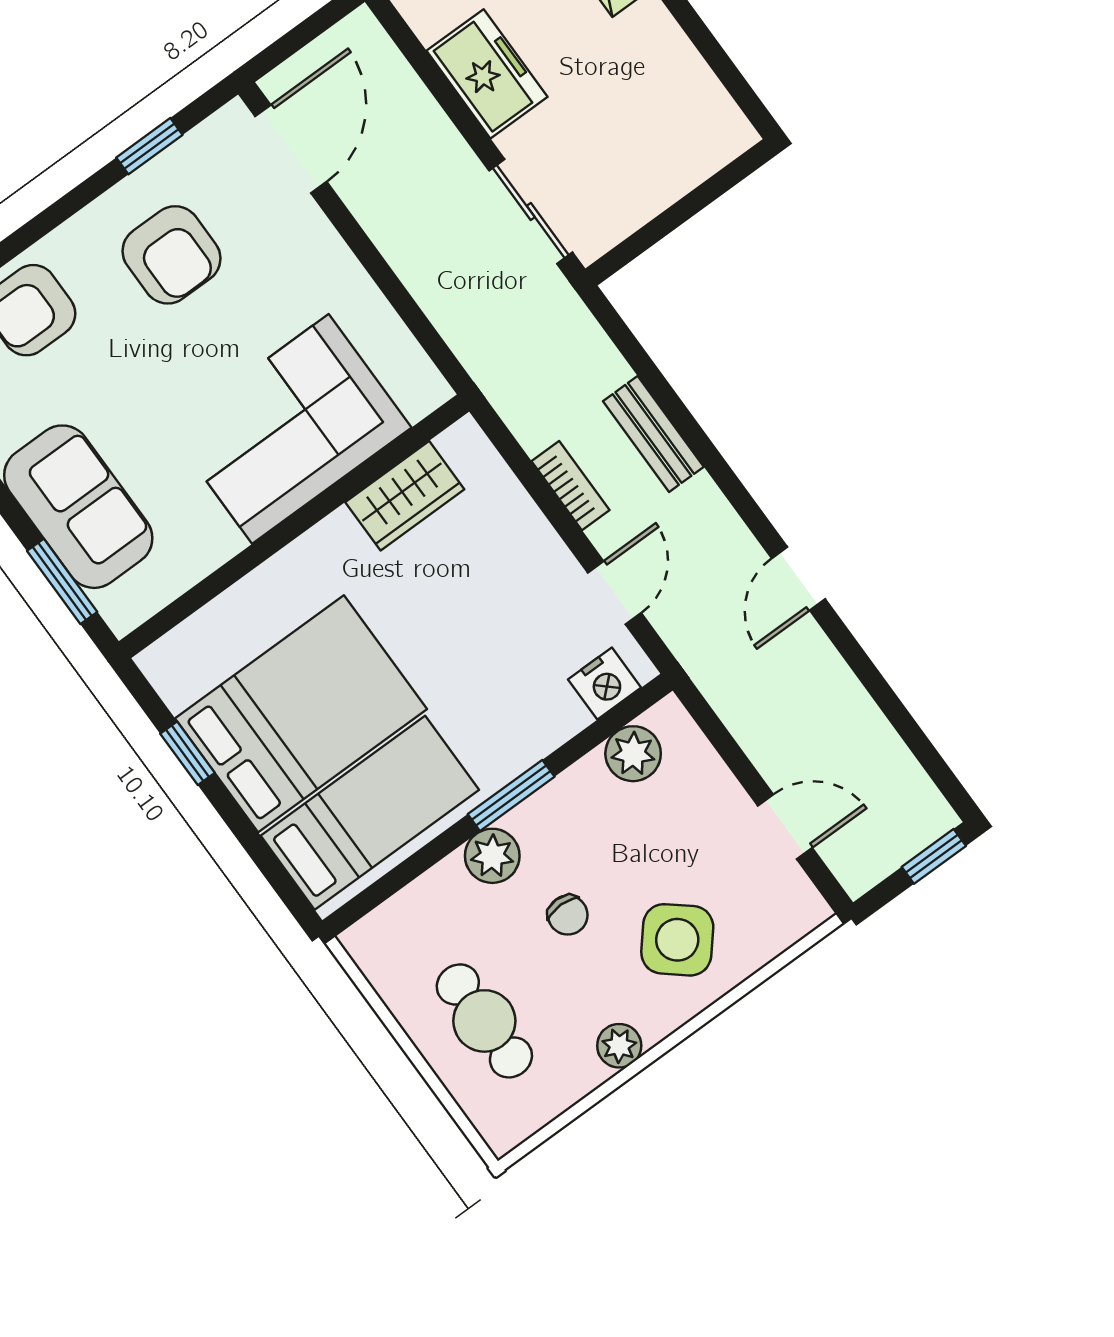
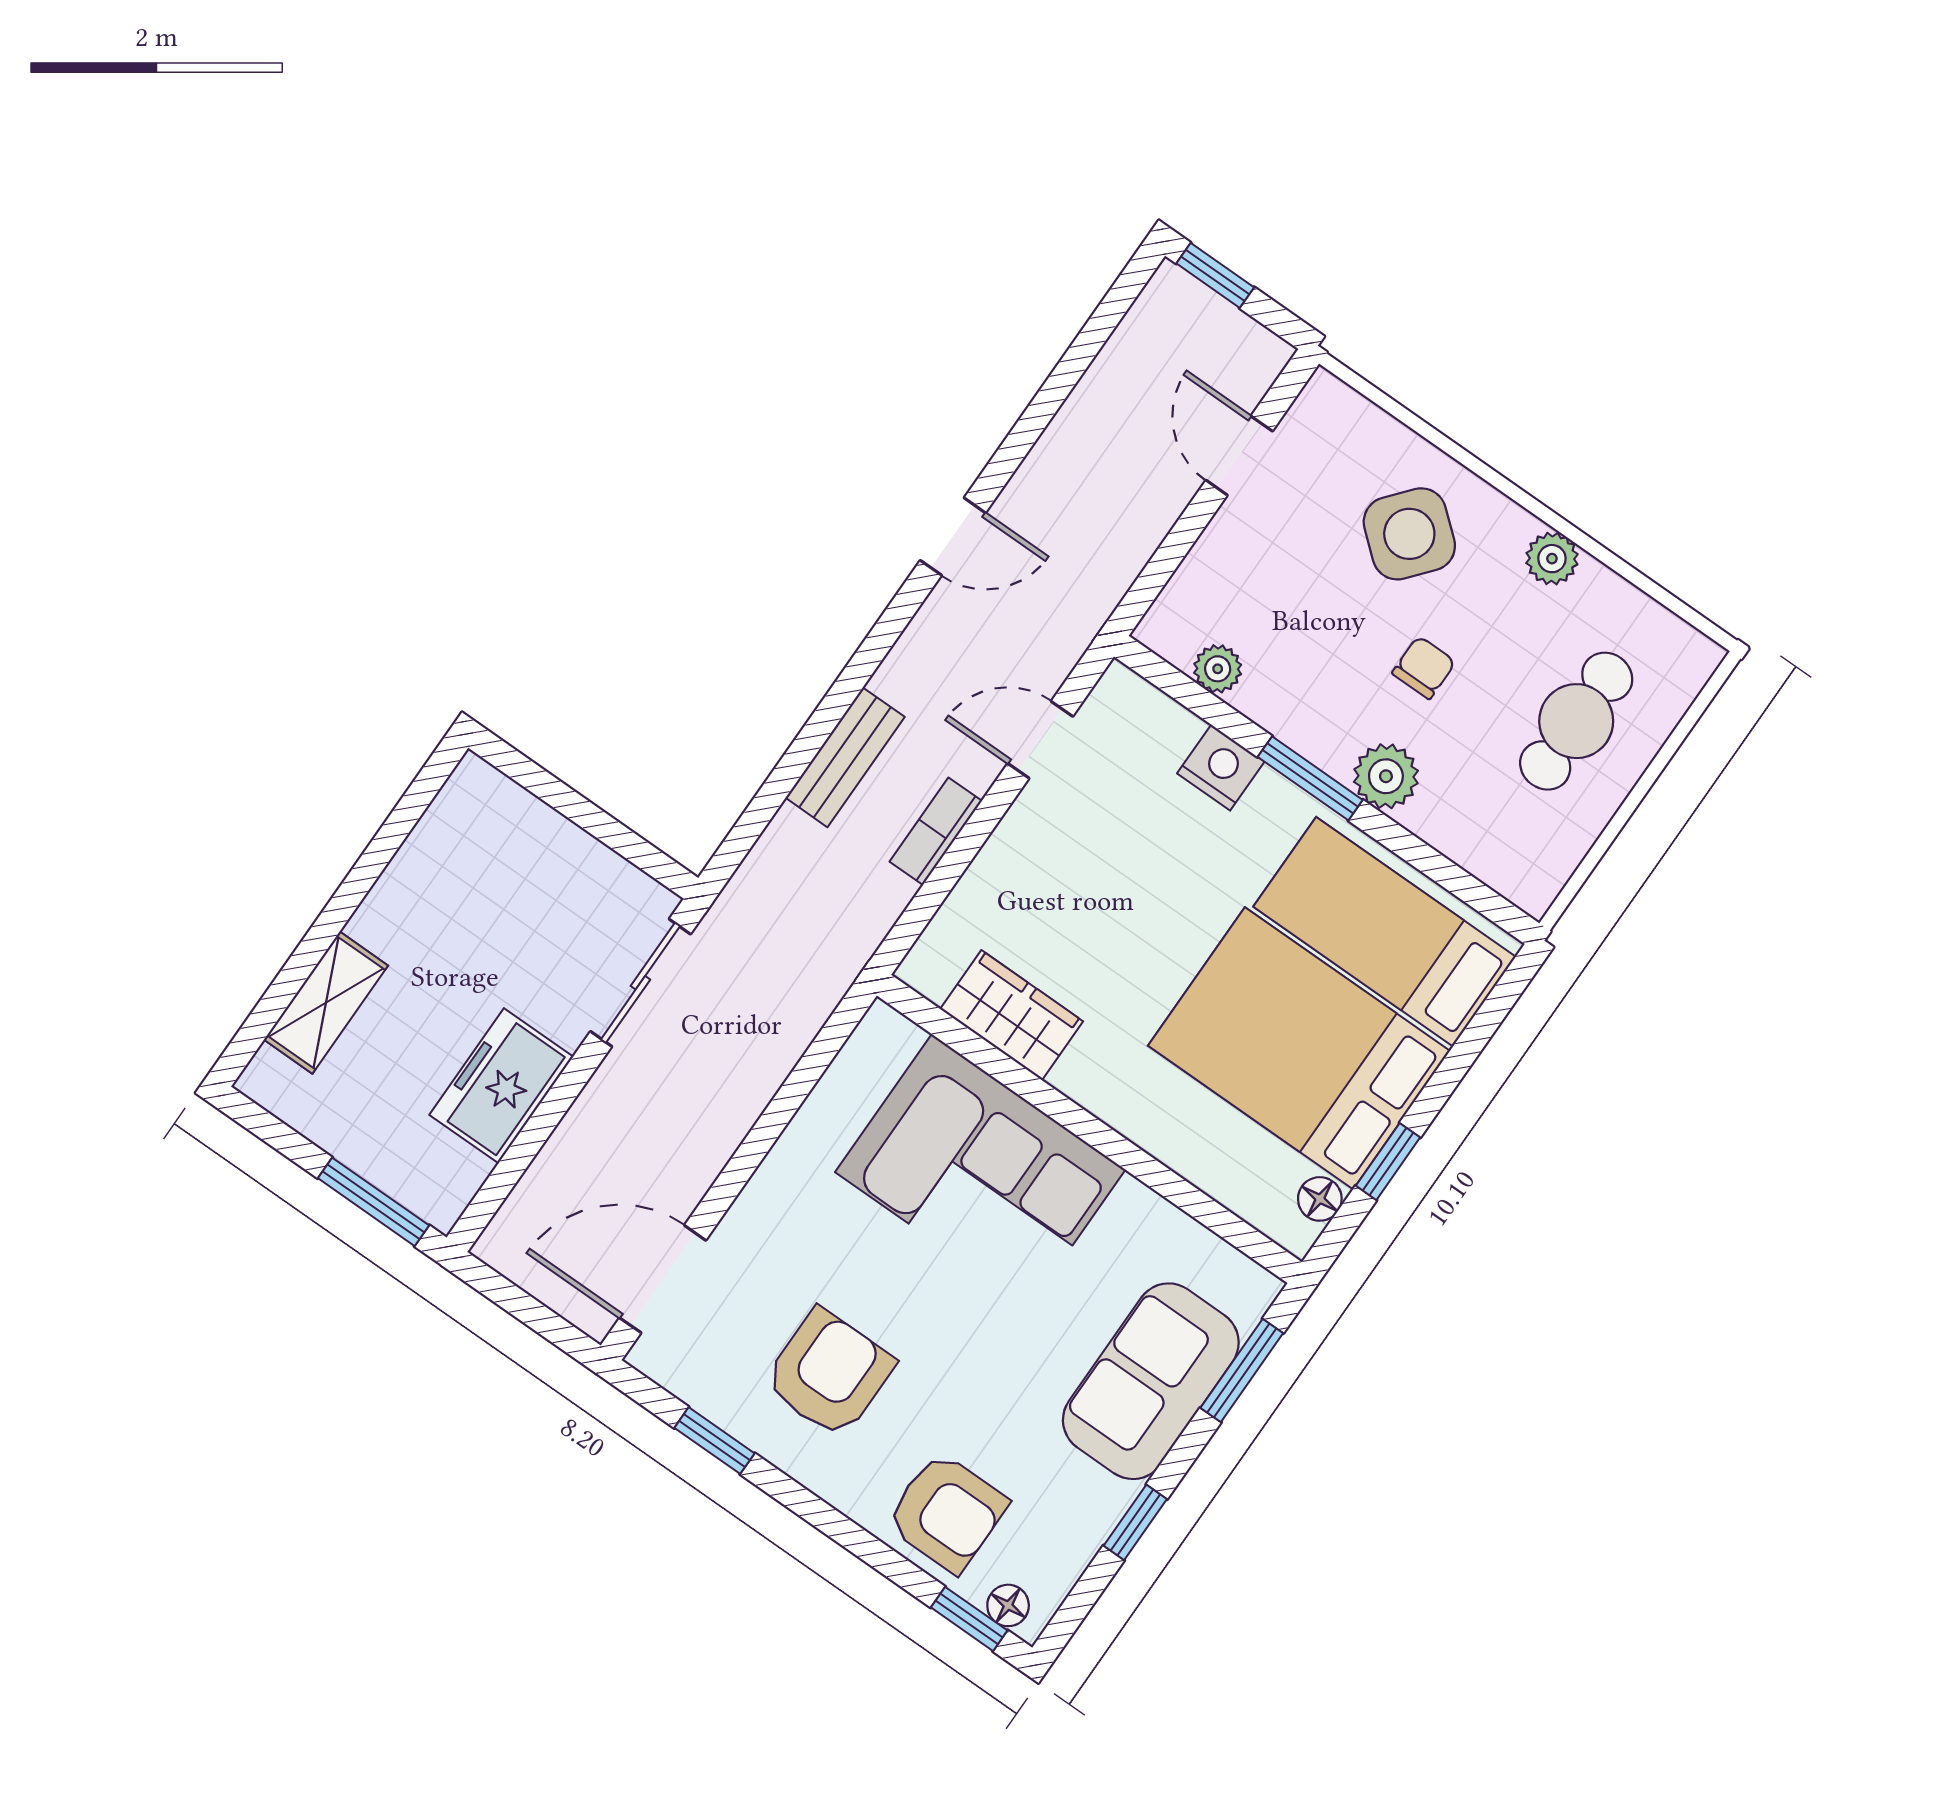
nightstand: (605, 683) -> (1221, 768), moved
floor lamp: (176, 689) -> (1320, 1199), added
plant: (633, 754) -> (1218, 669), width x0.73, depth x0.73

